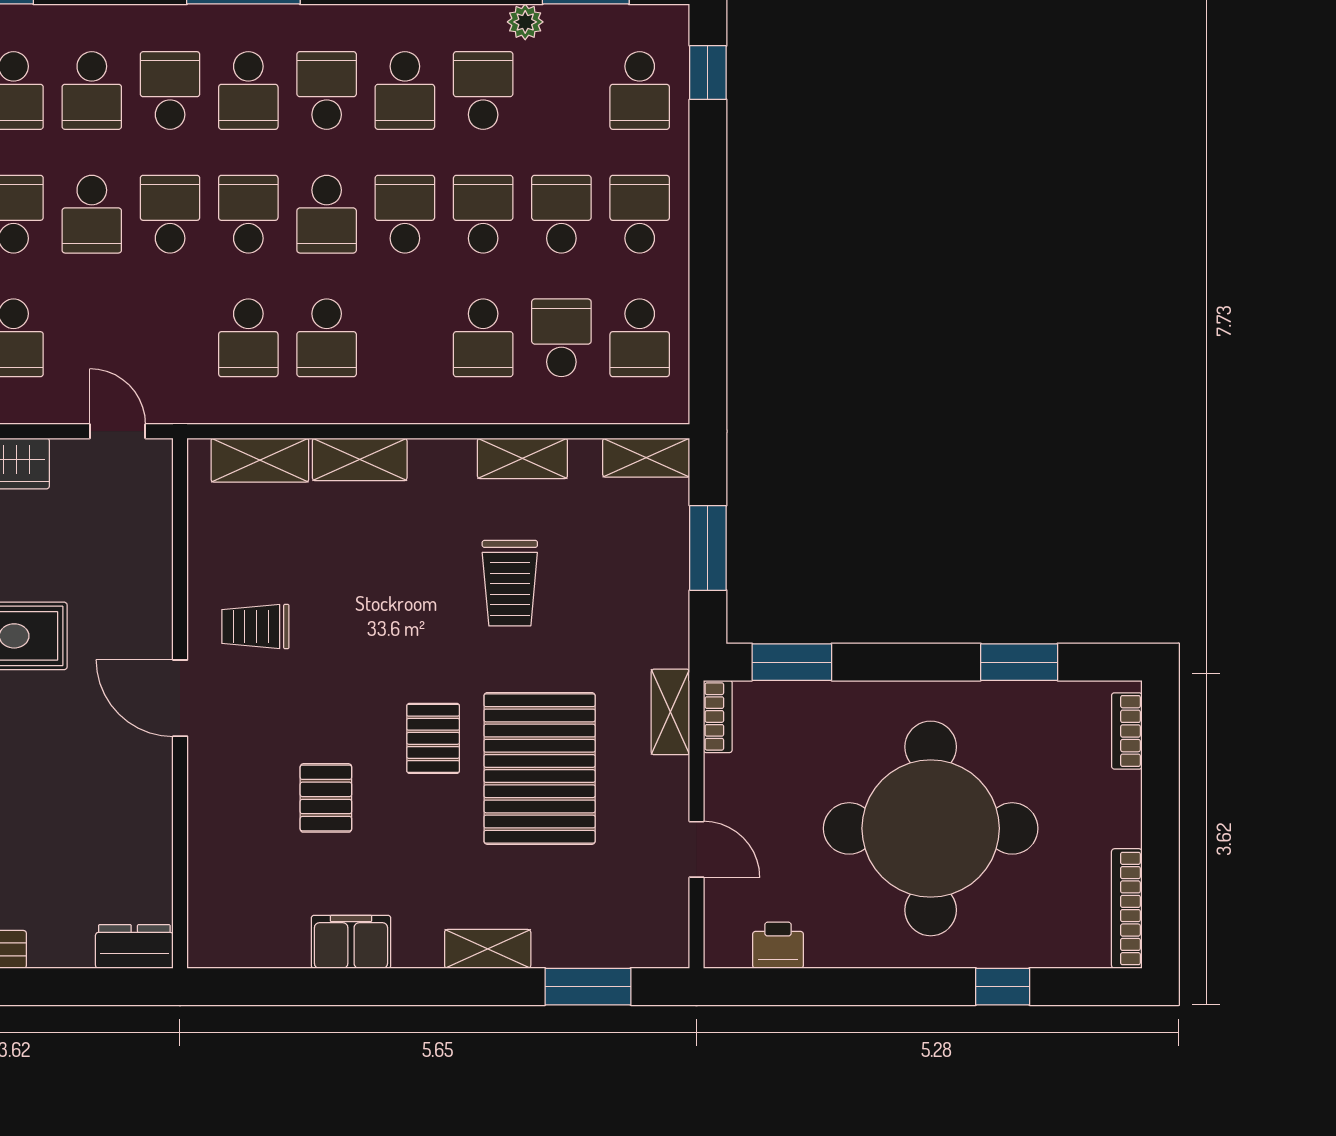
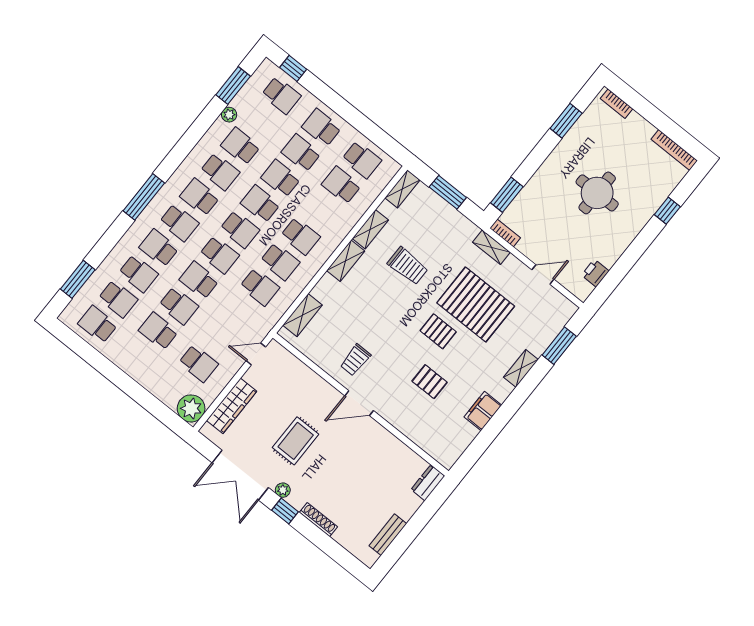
school desk: (248, 214) -> (219, 255), turned 180
school desk: (483, 338) -> (300, 236), moved
shelving: (360, 459) -> (346, 261), moved
round table: (931, 828) -> (597, 193), width x0.54, depth x0.54

